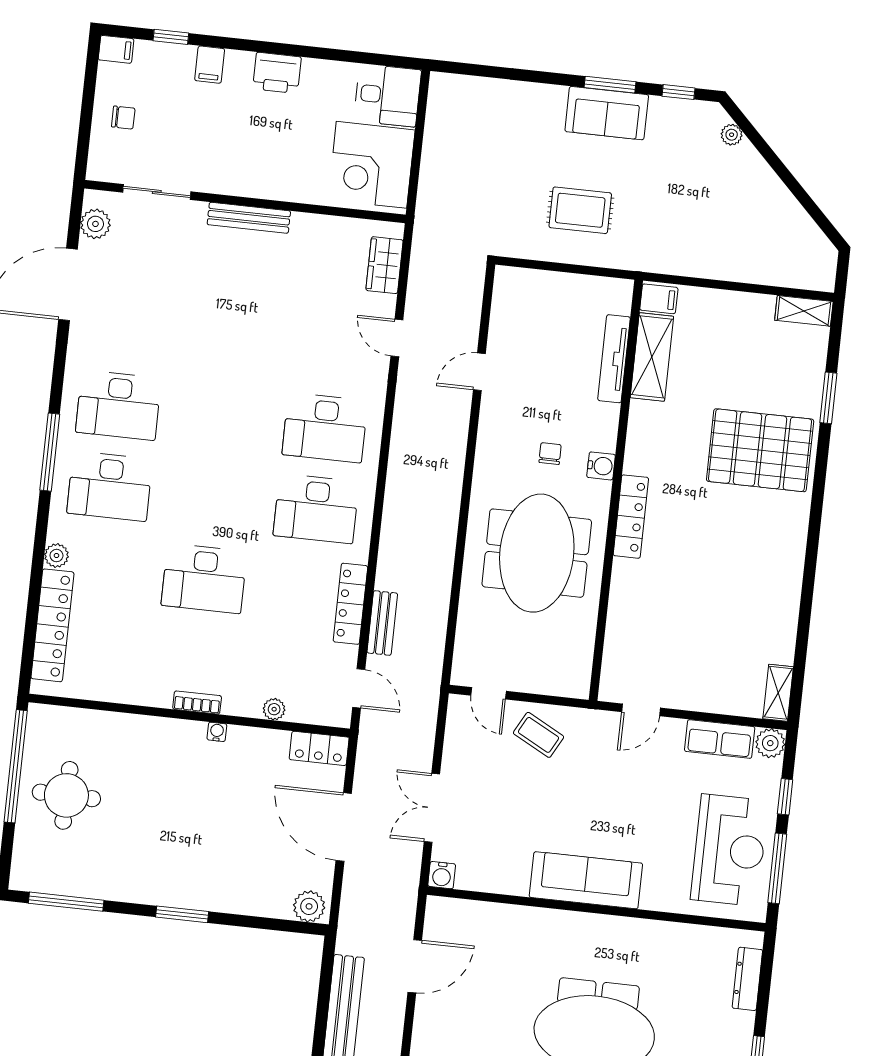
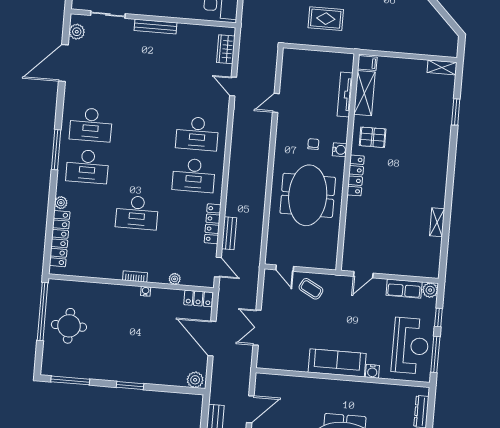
pallet: (760, 450) -> (373, 137), moved, width x0.49, depth x0.50
shelving: (778, 693) -> (437, 222), moved
water cooler: (442, 875) -> (372, 371), moved

